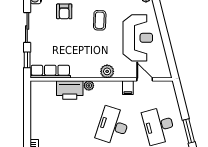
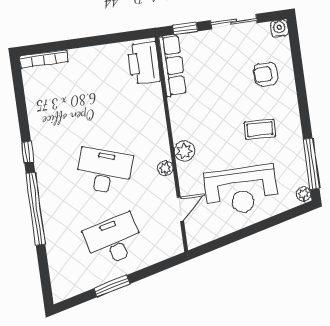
plant: (89, 86) -> (165, 168), moved
filing cabinet: (128, 88) -> (164, 186), removed
printer: (70, 90) -> (144, 63), moved

